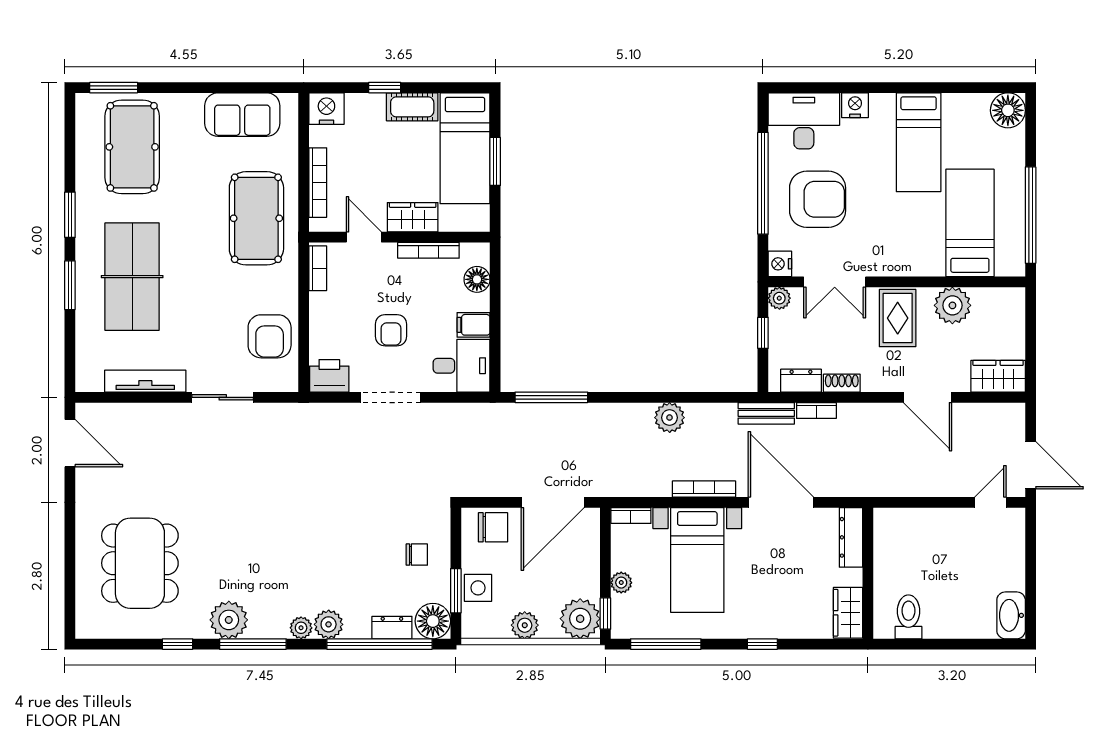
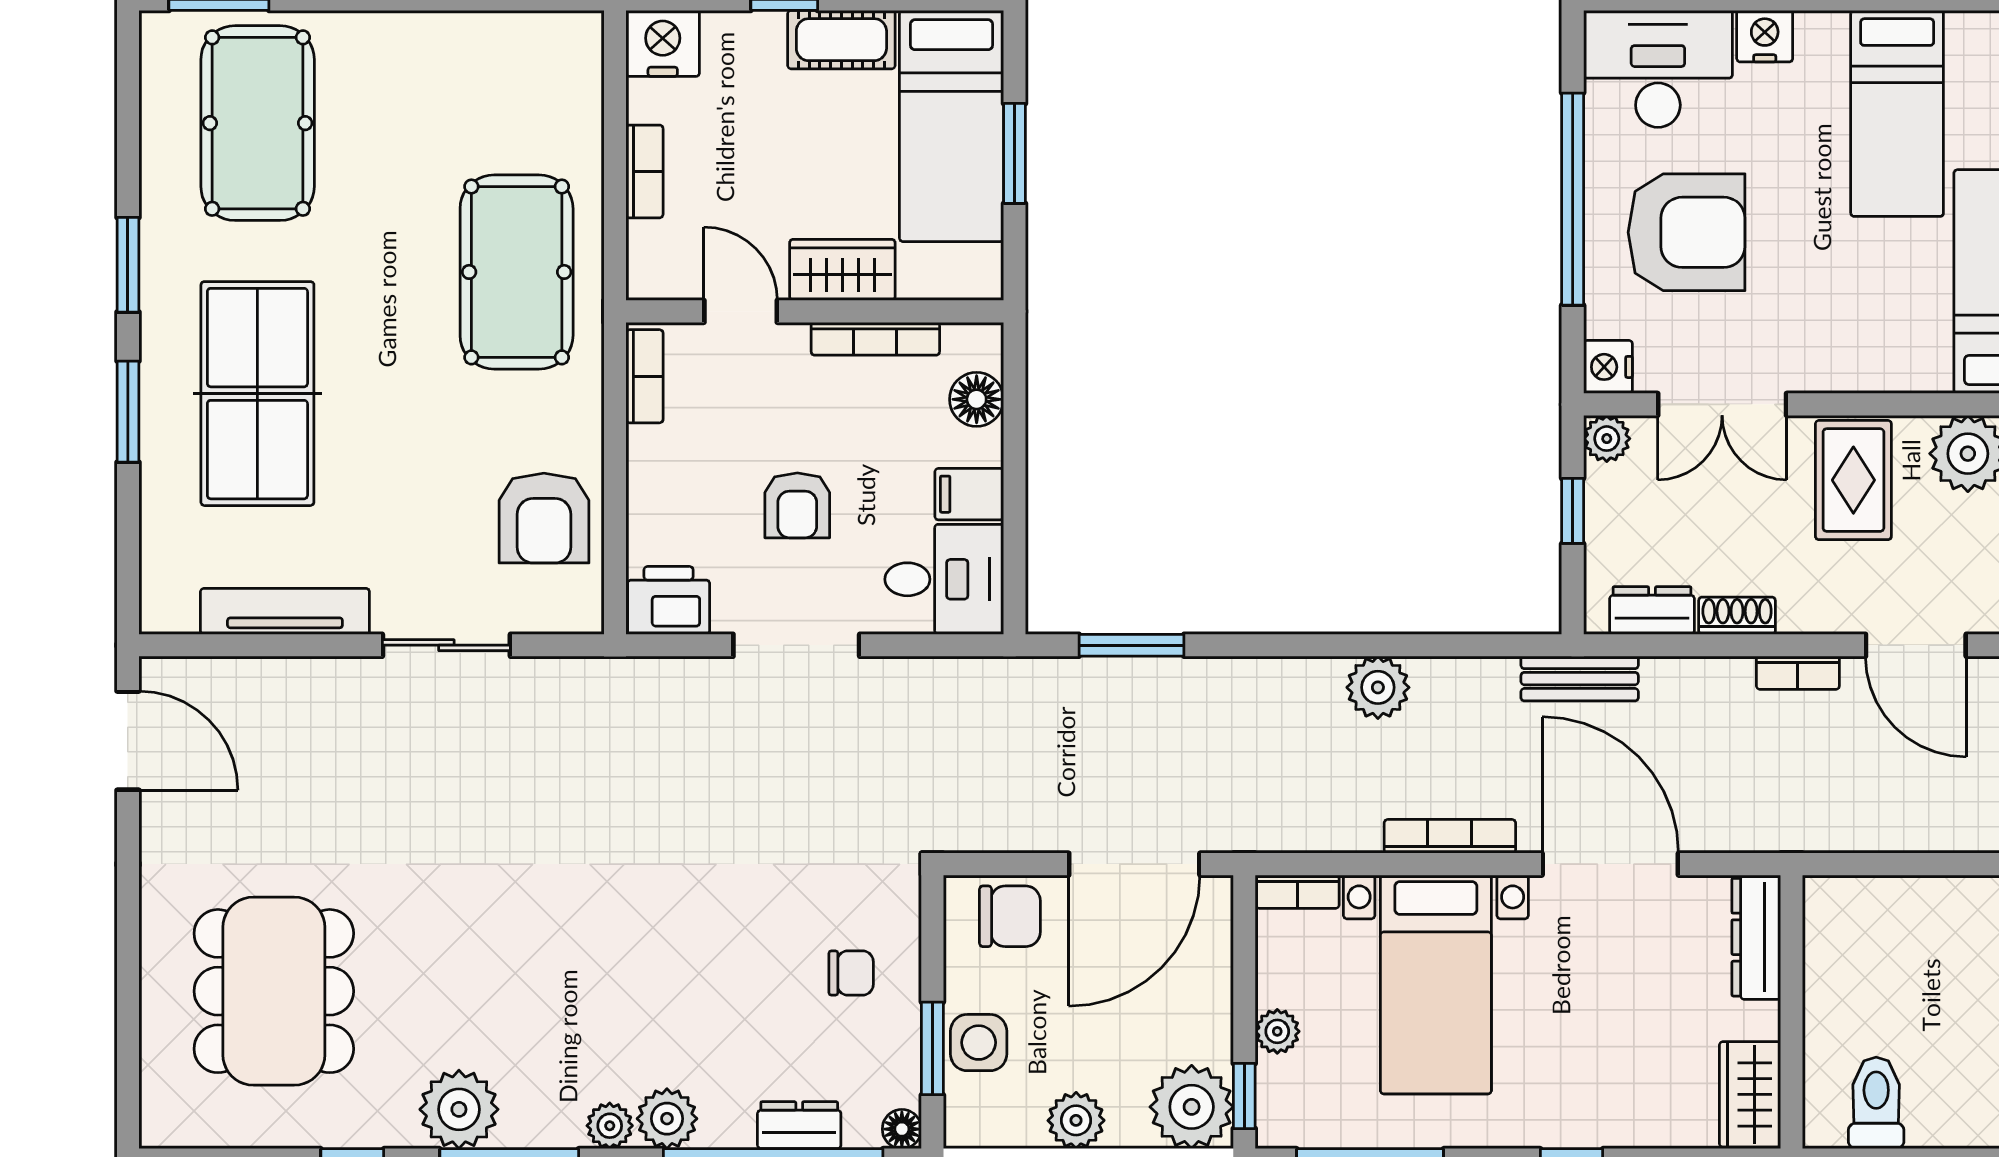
sofa: (242, 115) -> (487, 56), removed
bookcase: (318, 183) -> (644, 171), width x0.64
window: (551, 397) -> (1132, 645), width x0.69
bookcase: (816, 411) -> (1798, 673), moved
floor lamp: (433, 621) -> (902, 1129), width x0.53, depth x0.53

